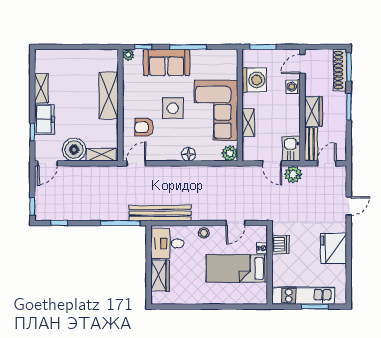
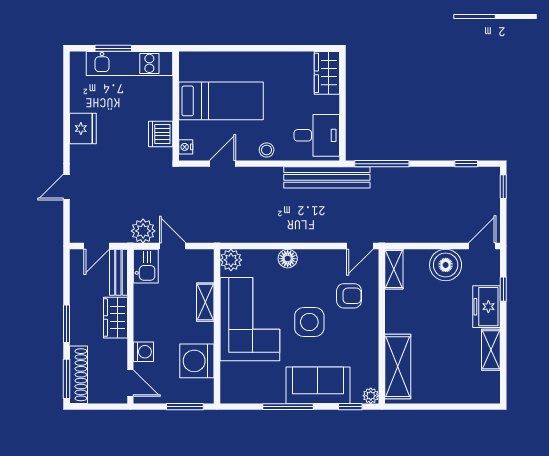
door: (302, 64) -> (130, 383), hinge flipped
shelving: (109, 95) -> (398, 367), moved
shelving: (101, 155) -> (394, 269), moved, turned 90
nightstand: (262, 248) -> (186, 147), moved
fridge: (334, 248) -> (83, 129), width x0.73, depth x0.75
wardrobe: (160, 276) -> (327, 73), moved

